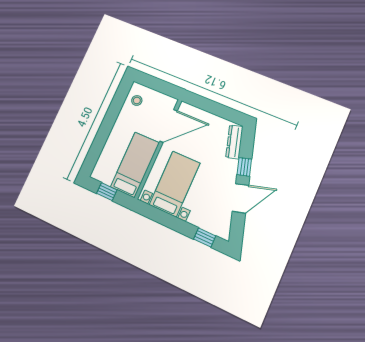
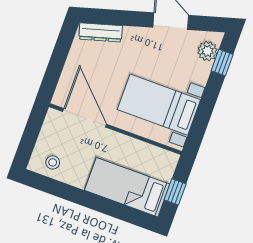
bed: (135, 165) -> (127, 187), moved
window: (244, 167) -> (131, 19), removed
plant: (215, 226) -> (208, 51), added

